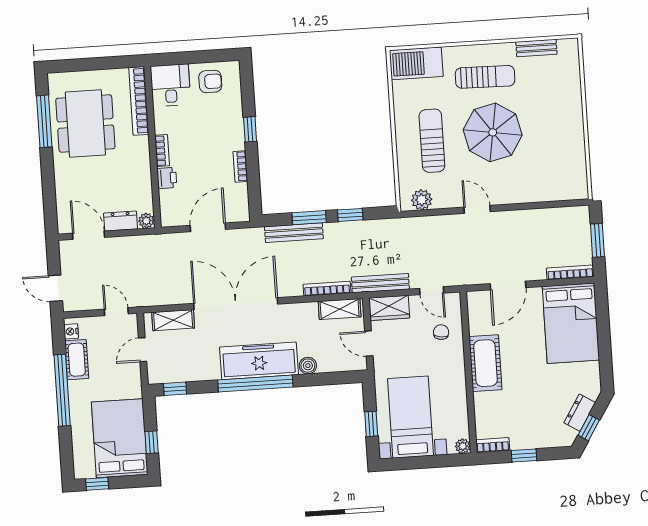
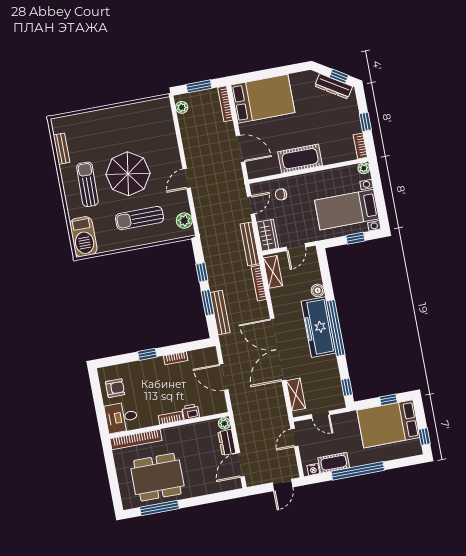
armchair: (210, 81) -> (115, 388), turned 90
plant: (572, 214) -> (182, 107), added
dresser: (580, 413) -> (334, 86), width x1.44

